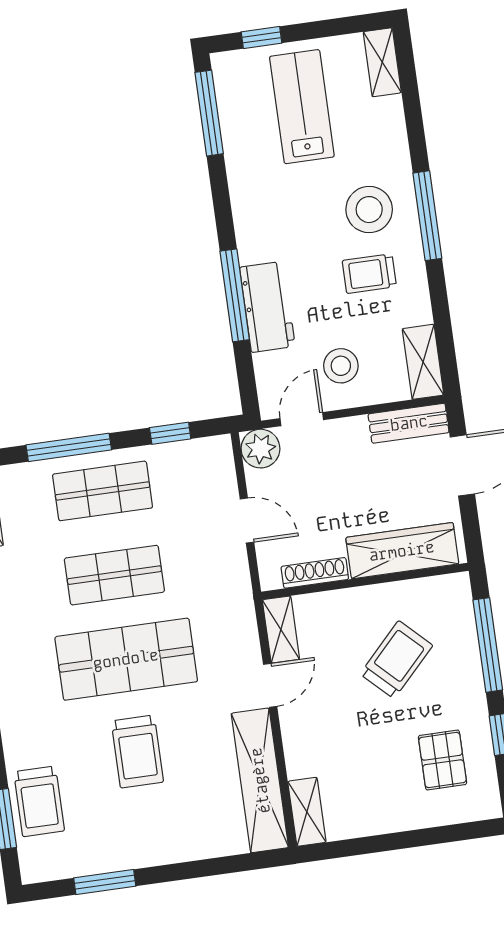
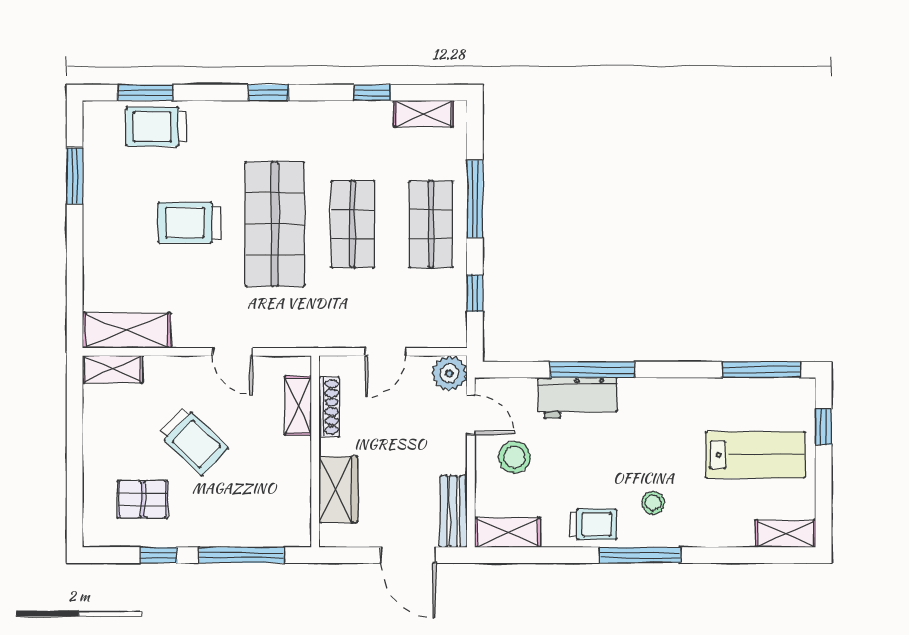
stool: (369, 210) -> (653, 503), width x0.53, depth x0.53
trolley: (369, 274) -> (593, 524), moved, turned 90
wardrobe: (402, 551) -> (338, 489), width x0.67
shelving: (281, 630) -> (298, 406), moved, turned 90
trolley: (396, 660) -> (193, 441), moved
shelving: (260, 780) -> (127, 330), width x0.68

